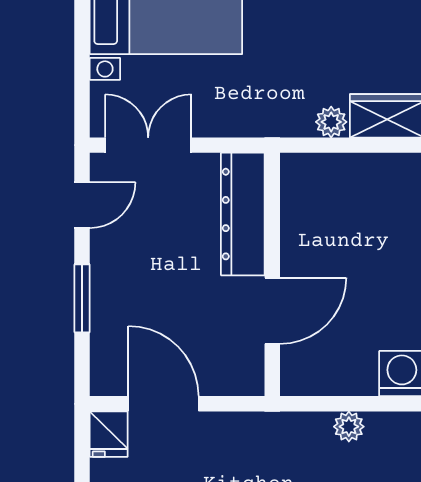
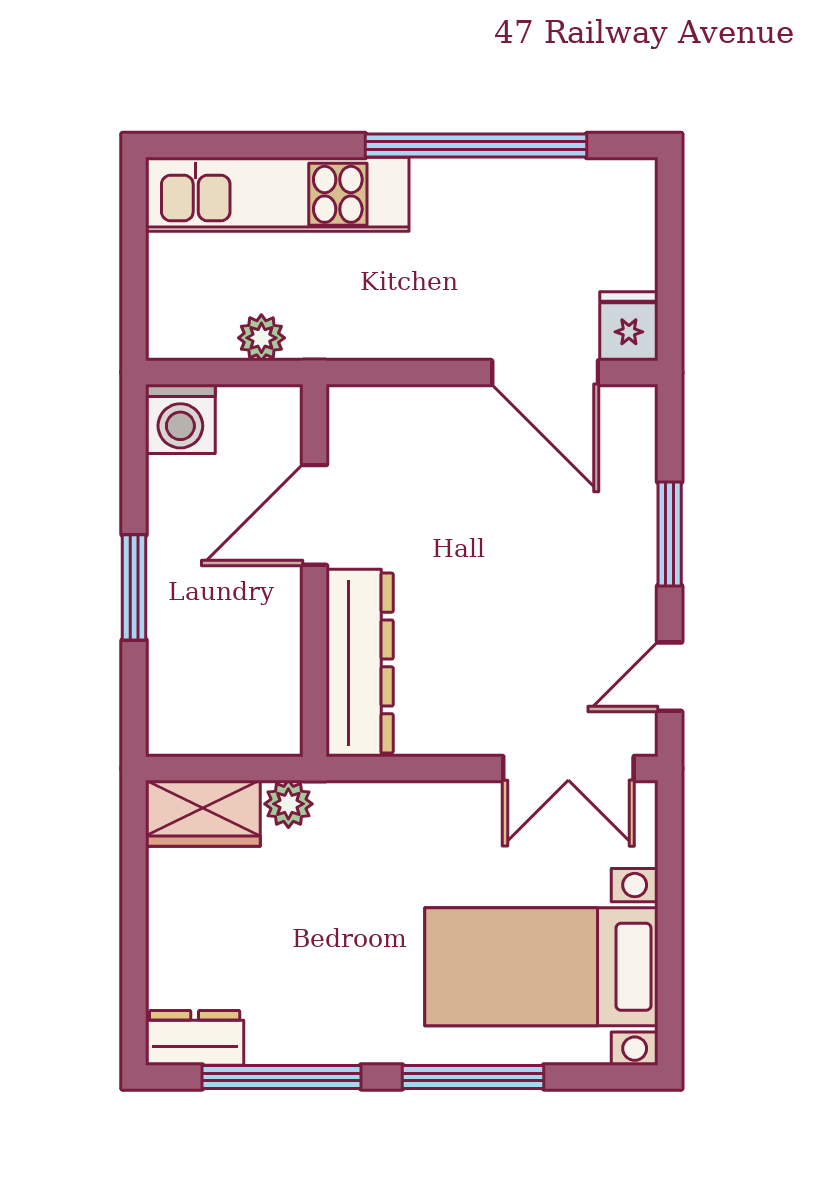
dresser: (243, 214) -> (360, 663), moved
wall: (272, 274) -> (315, 571), moved
door: (272, 311) -> (315, 515), moved

